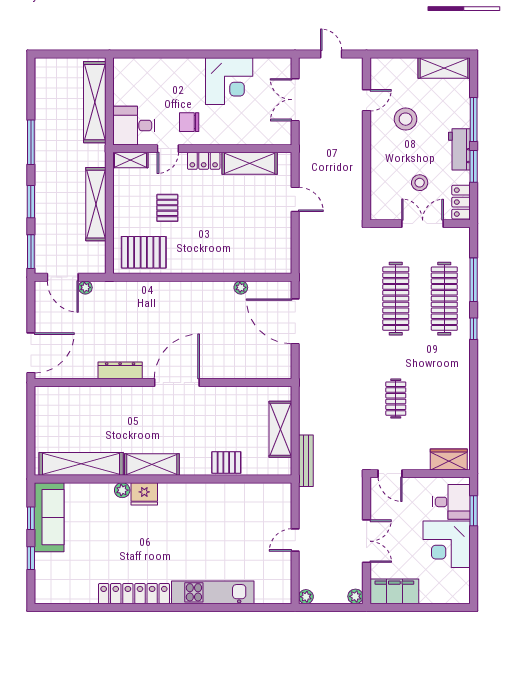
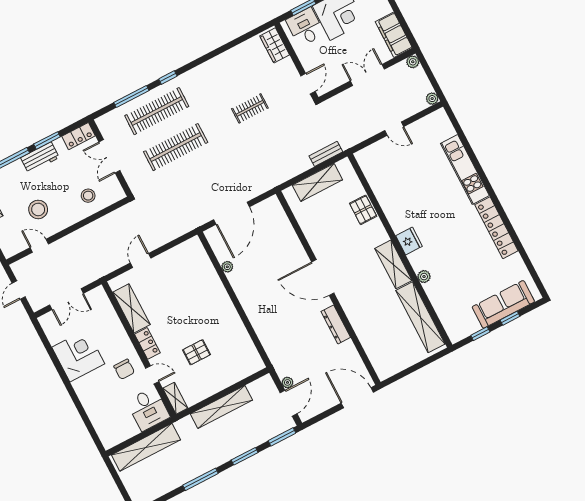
stool: (420, 183) -> (88, 196), moved
pallet: (144, 252) -> (239, 353), removed
bench: (306, 461) -> (326, 154), width x0.73
fridge: (144, 494) -> (409, 241), moved
sofa: (49, 517) -> (503, 304), moved

